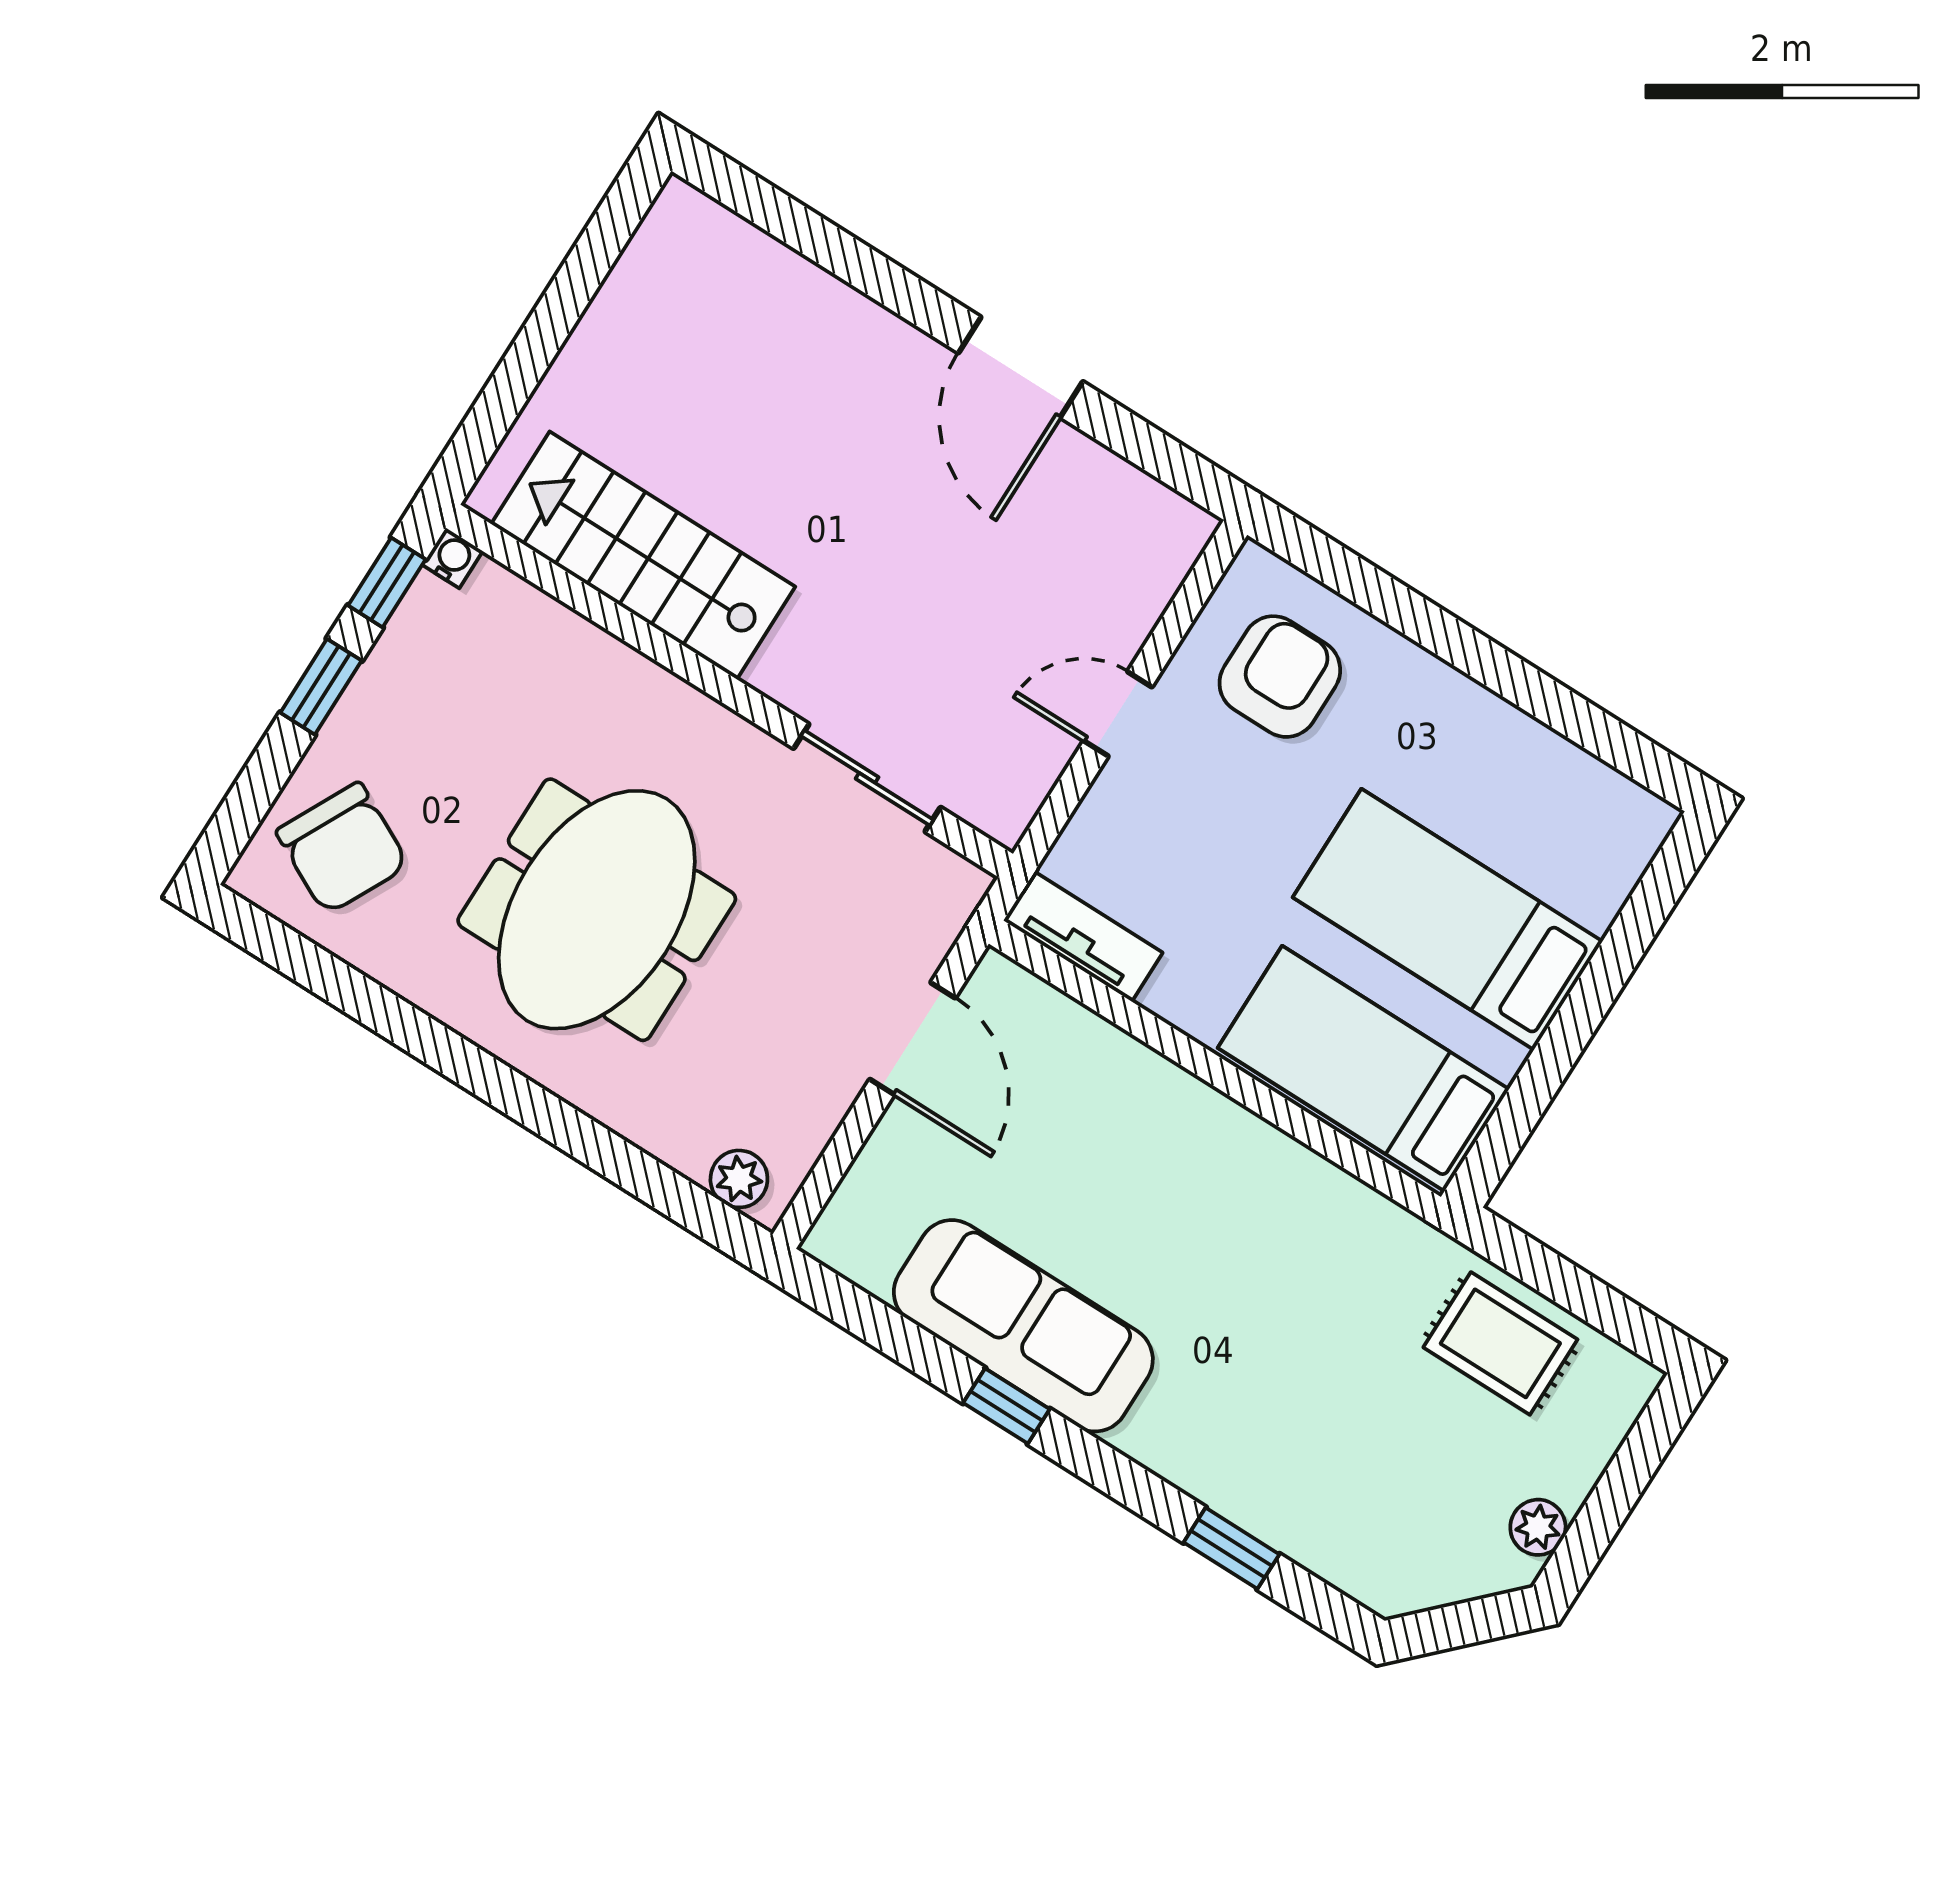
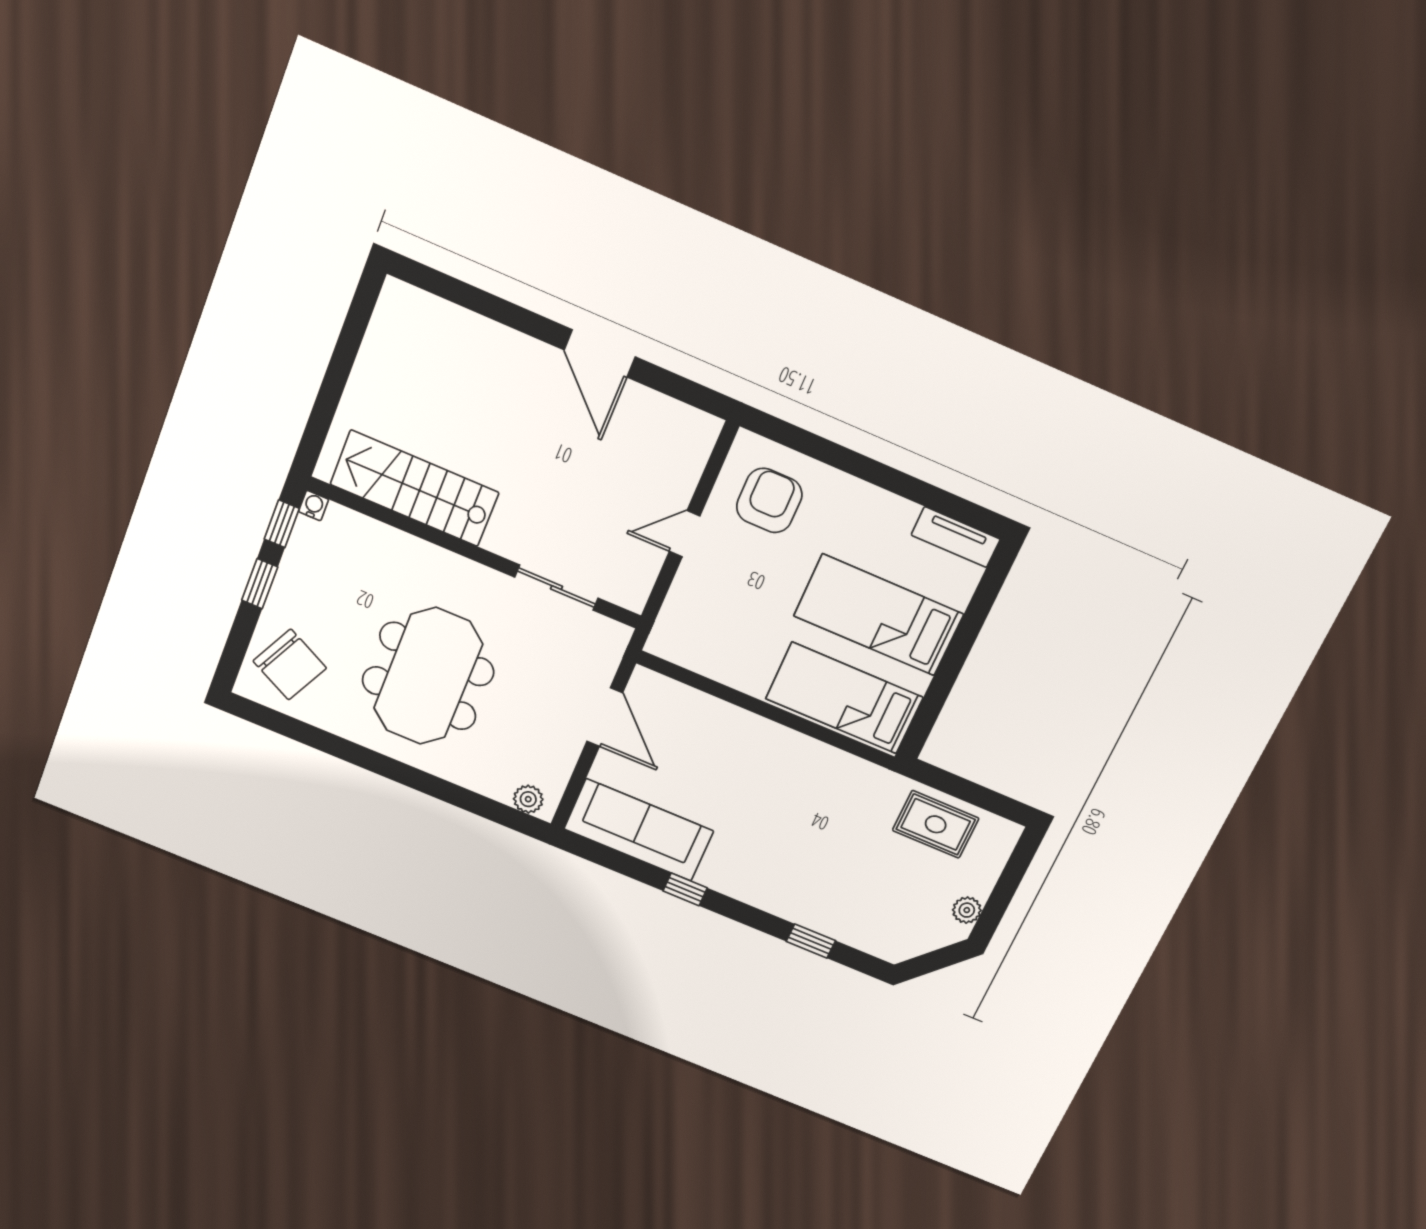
tv unit: (1083, 937) -> (956, 537), moved, turned 180
sofa: (1023, 1326) -> (639, 830), moved

